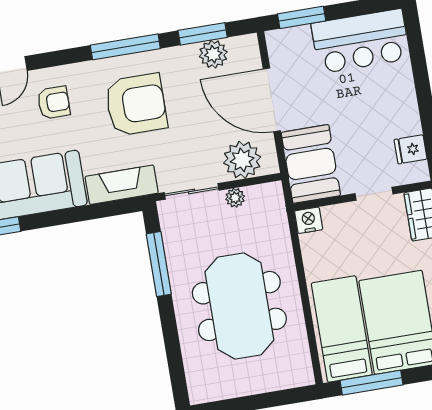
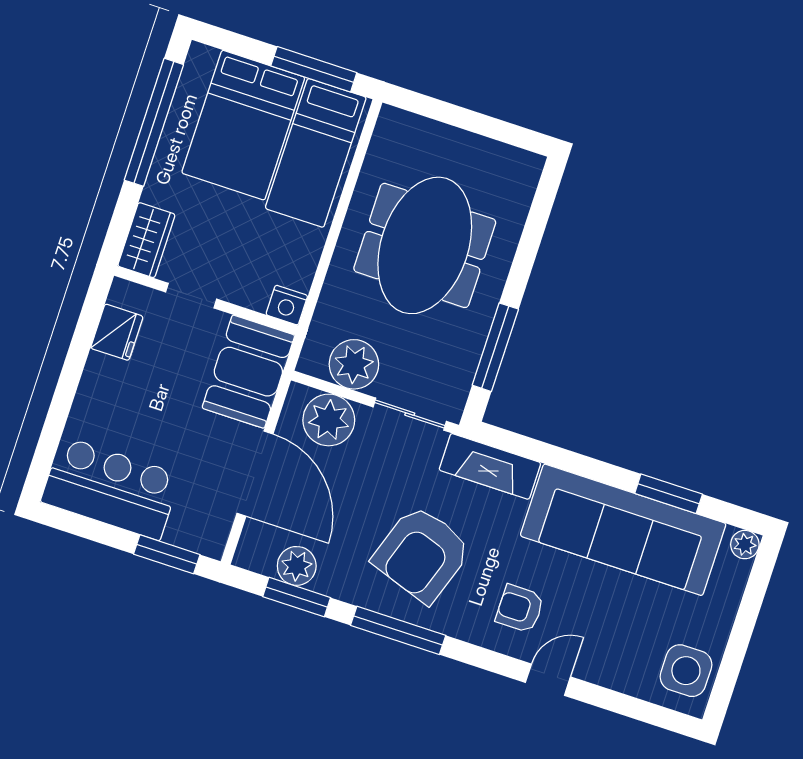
armchair: (136, 105) -> (422, 554), turned -71
fridge: (411, 149) -> (117, 332), width x1.38
plant: (235, 198) -> (354, 364), width x1.88, depth x1.88

